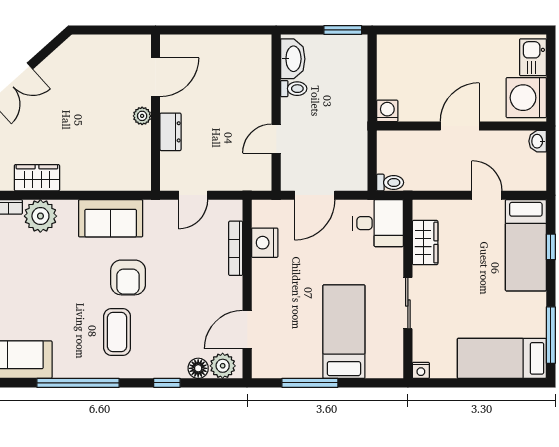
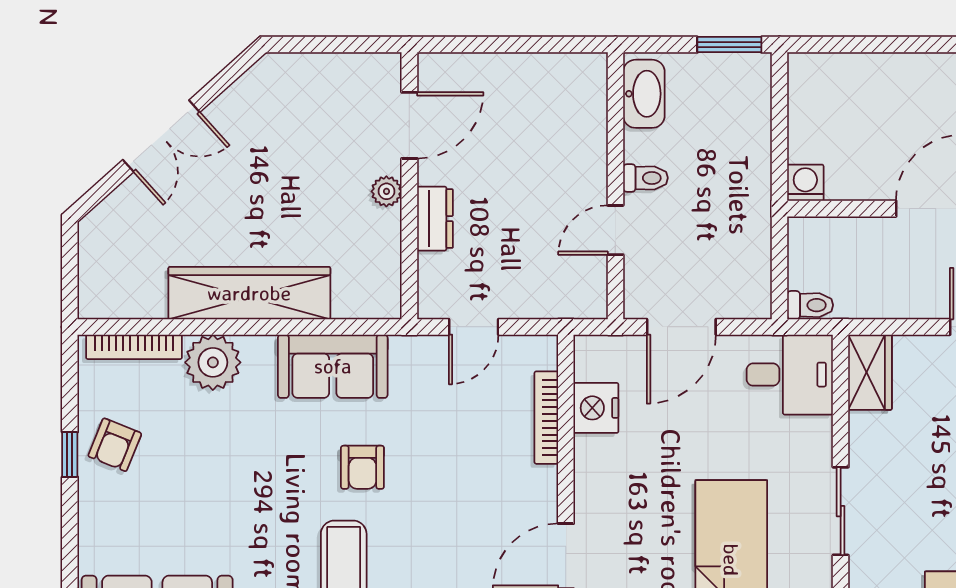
toilet: (294, 89) -> (645, 178), moved
wardrobe: (37, 178) -> (249, 293), width x2.10, depth x1.17
wardrobe: (425, 243) -> (870, 372), moved
armchair: (128, 277) -> (362, 467), width x0.72, depth x0.72

